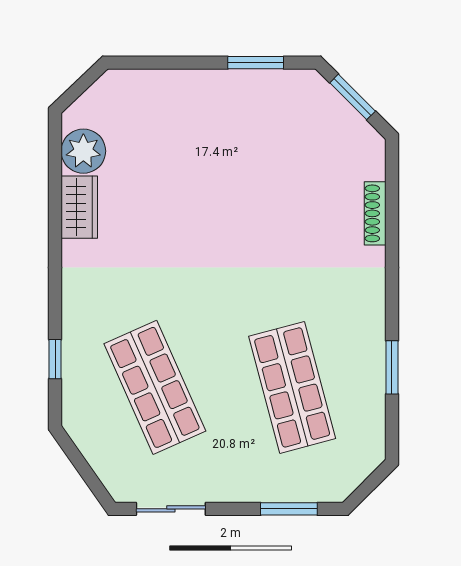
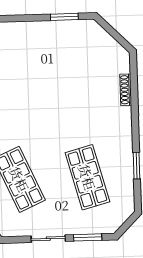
window: (353, 97) -> (113, 32), removed
sliding door: (171, 509) -> (48, 239), moved

